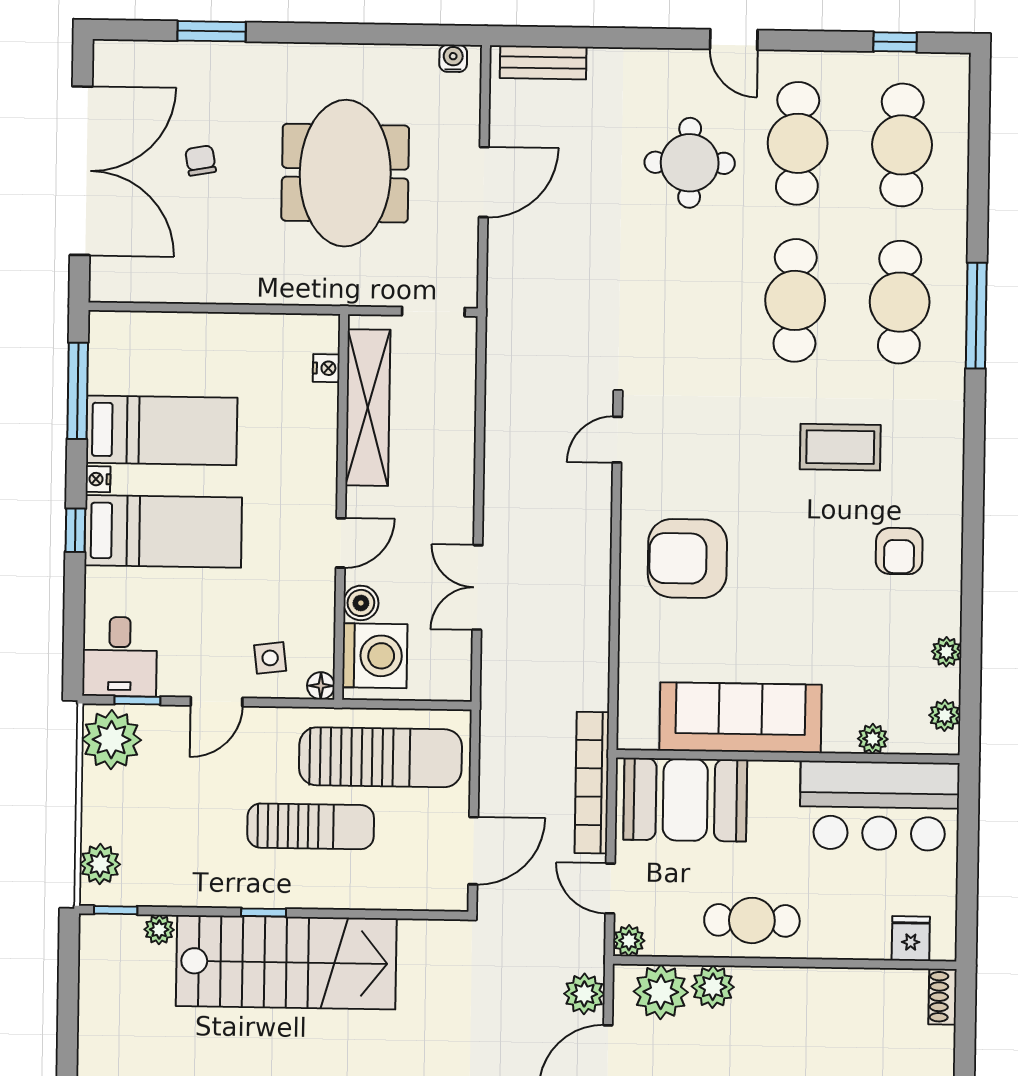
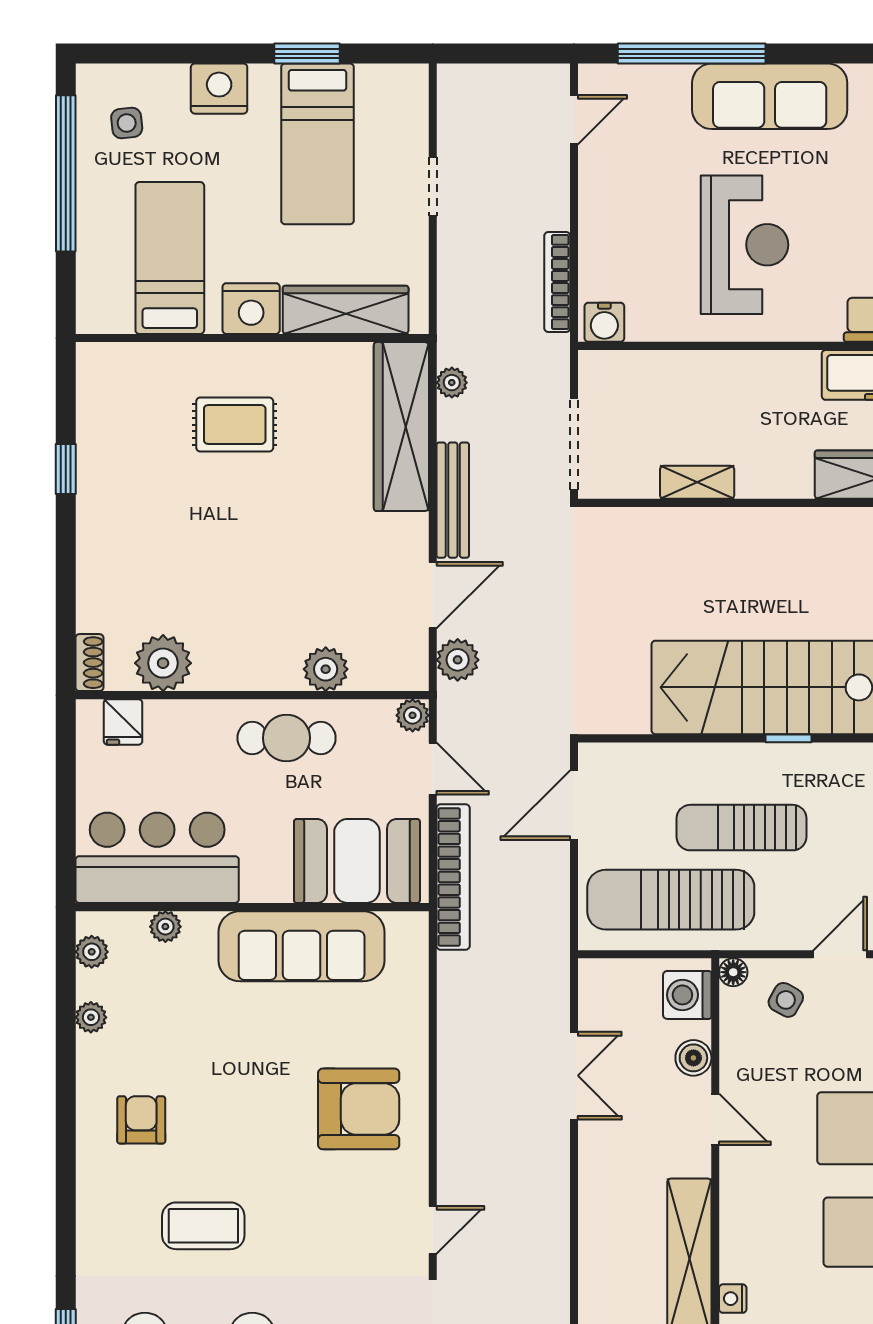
door: (341, 543) -> (715, 1119), swing flipped
washing machine: (375, 656) -> (687, 995), width x0.73, depth x0.73
side table: (270, 658) -> (786, 1000), turned 36
plant: (661, 992) -> (163, 663), moved

